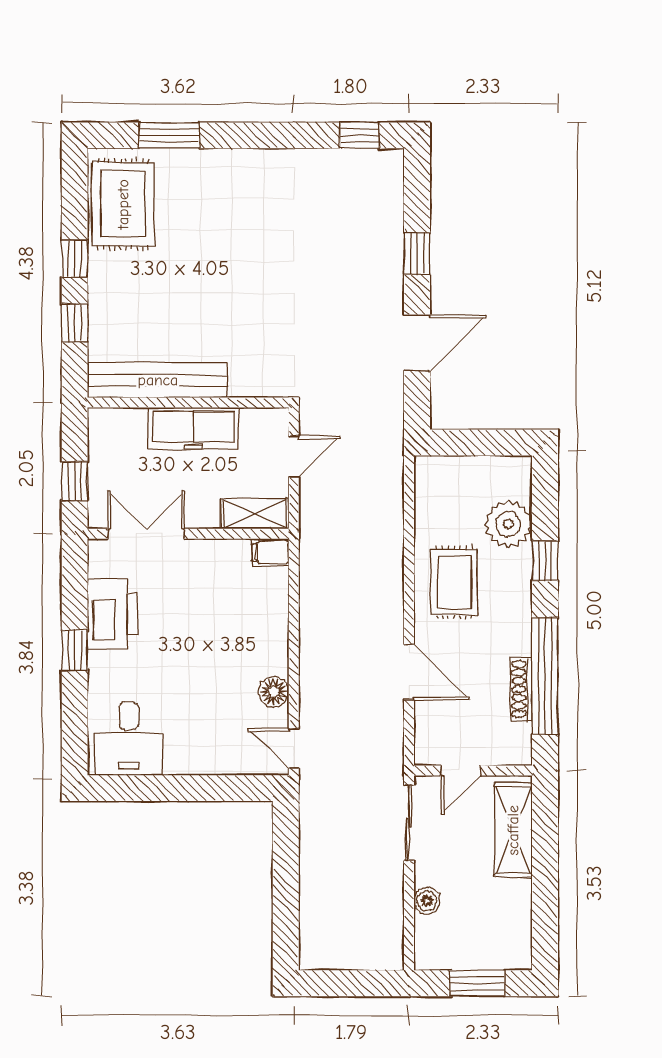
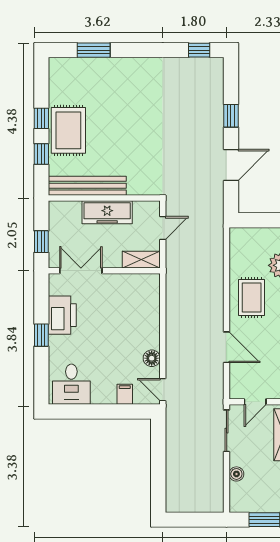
rug: (123, 204) -> (68, 130), moved
filing cabinet: (271, 552) -> (125, 394), moved, turned 90

